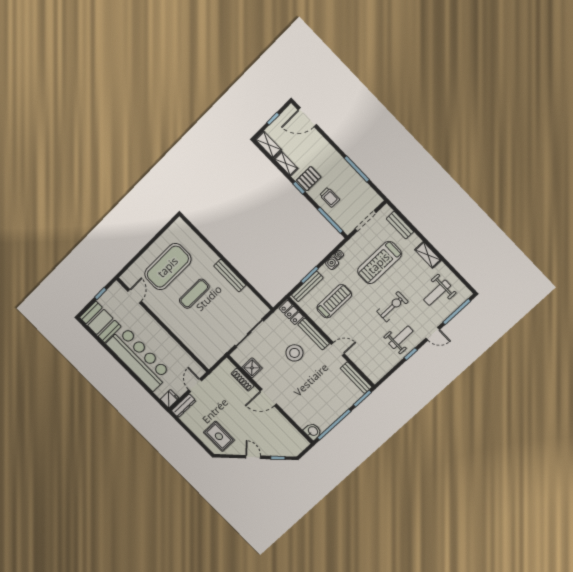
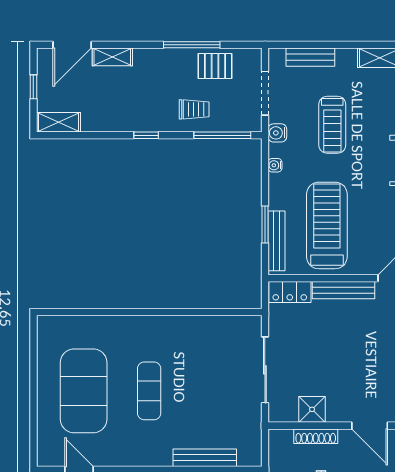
shelving: (286, 164) -> (112, 57), moved
pallet: (309, 179) -> (215, 66), moved, turned 90
water cooler: (332, 263) -> (277, 133), moved
treadmill: (379, 263) -> (332, 125), width x0.73, depth x0.73
bench: (230, 276) -> (205, 458), moved
treadmill: (334, 301) -> (327, 225), width x1.37, depth x1.38
stool: (294, 353) -> (344, 337), removed
door: (268, 398) -> (370, 426), hinge flipped

